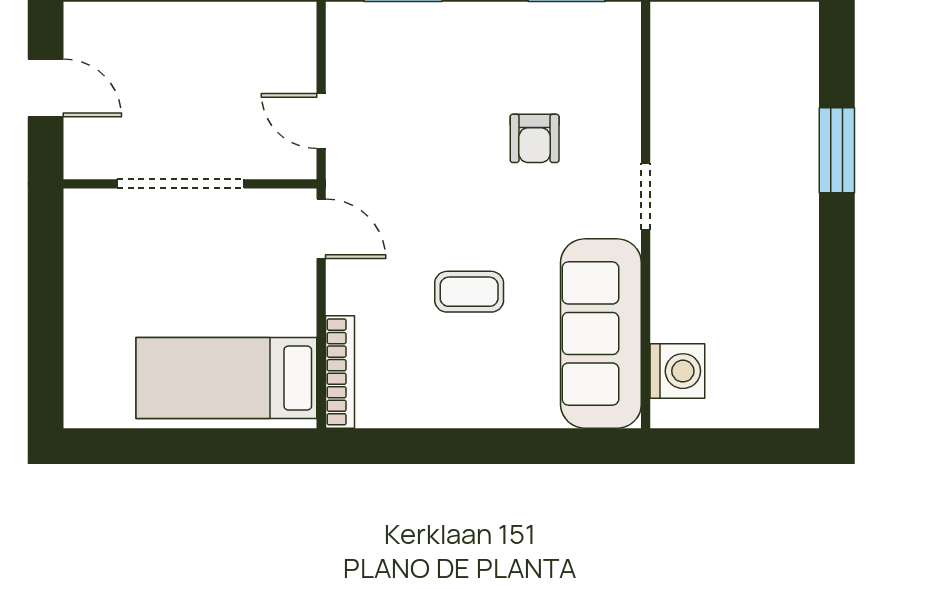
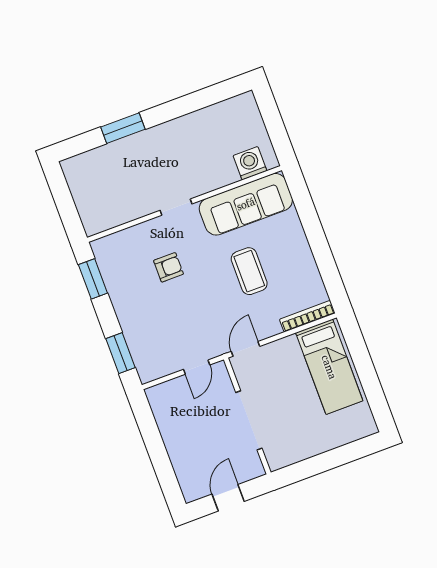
coffee table: (469, 292) -> (249, 271), width x1.36, depth x1.30

